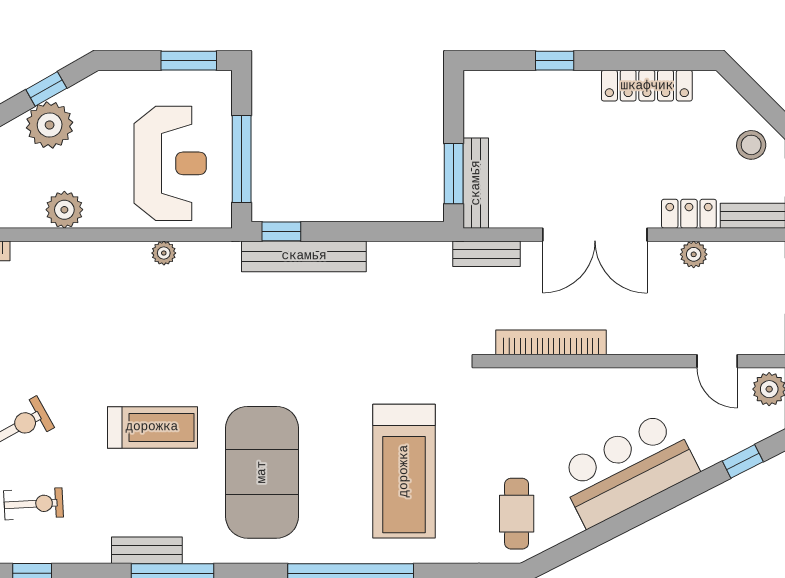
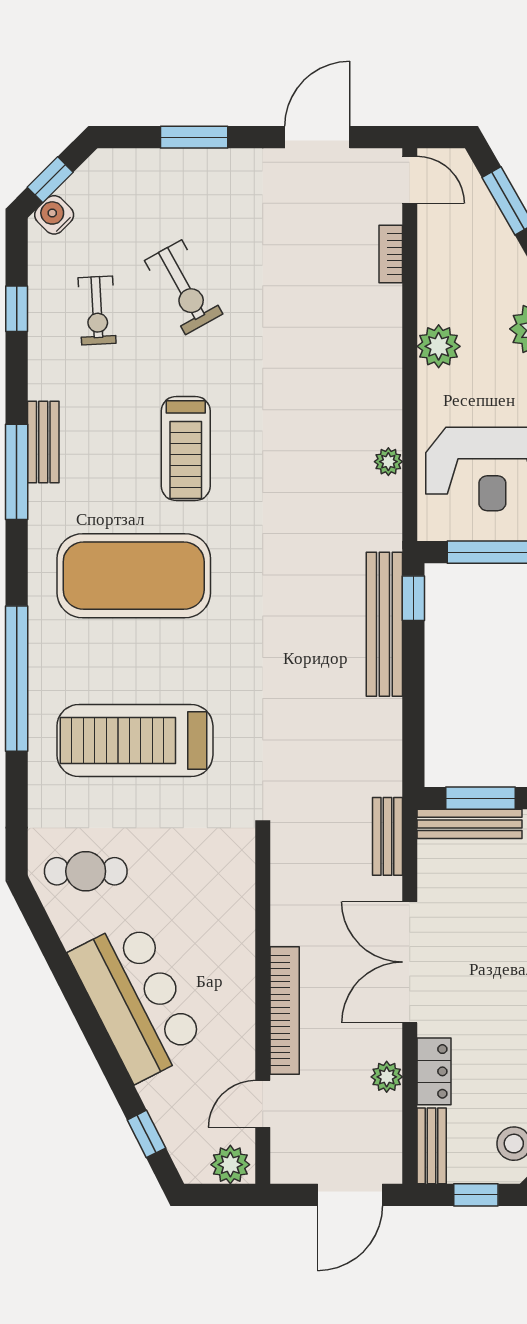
bookcase: (551, 342) -> (285, 1011), moved

